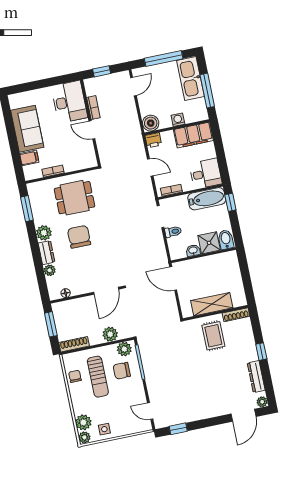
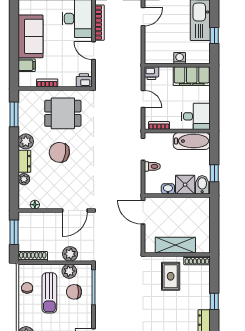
window: (207, 91) -> (214, 36), width x0.46
bookcase: (93, 108) -> (99, 23), width x1.56
boiler: (151, 123) -> (152, 56), removed
printer: (89, 161) -> (84, 80), added
window: (230, 202) -> (214, 173), moved
chair: (79, 237) -> (59, 152), turned -80
plant: (124, 349) -> (69, 271), moved

